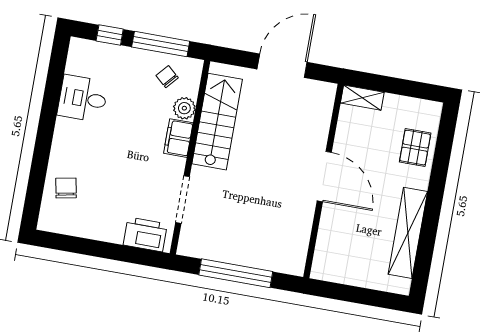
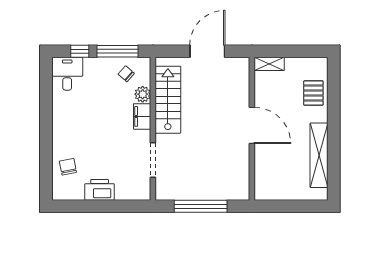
desk: (83, 98) -> (67, 74), moved, turned 90
printer: (145, 234) -> (100, 190), moved

